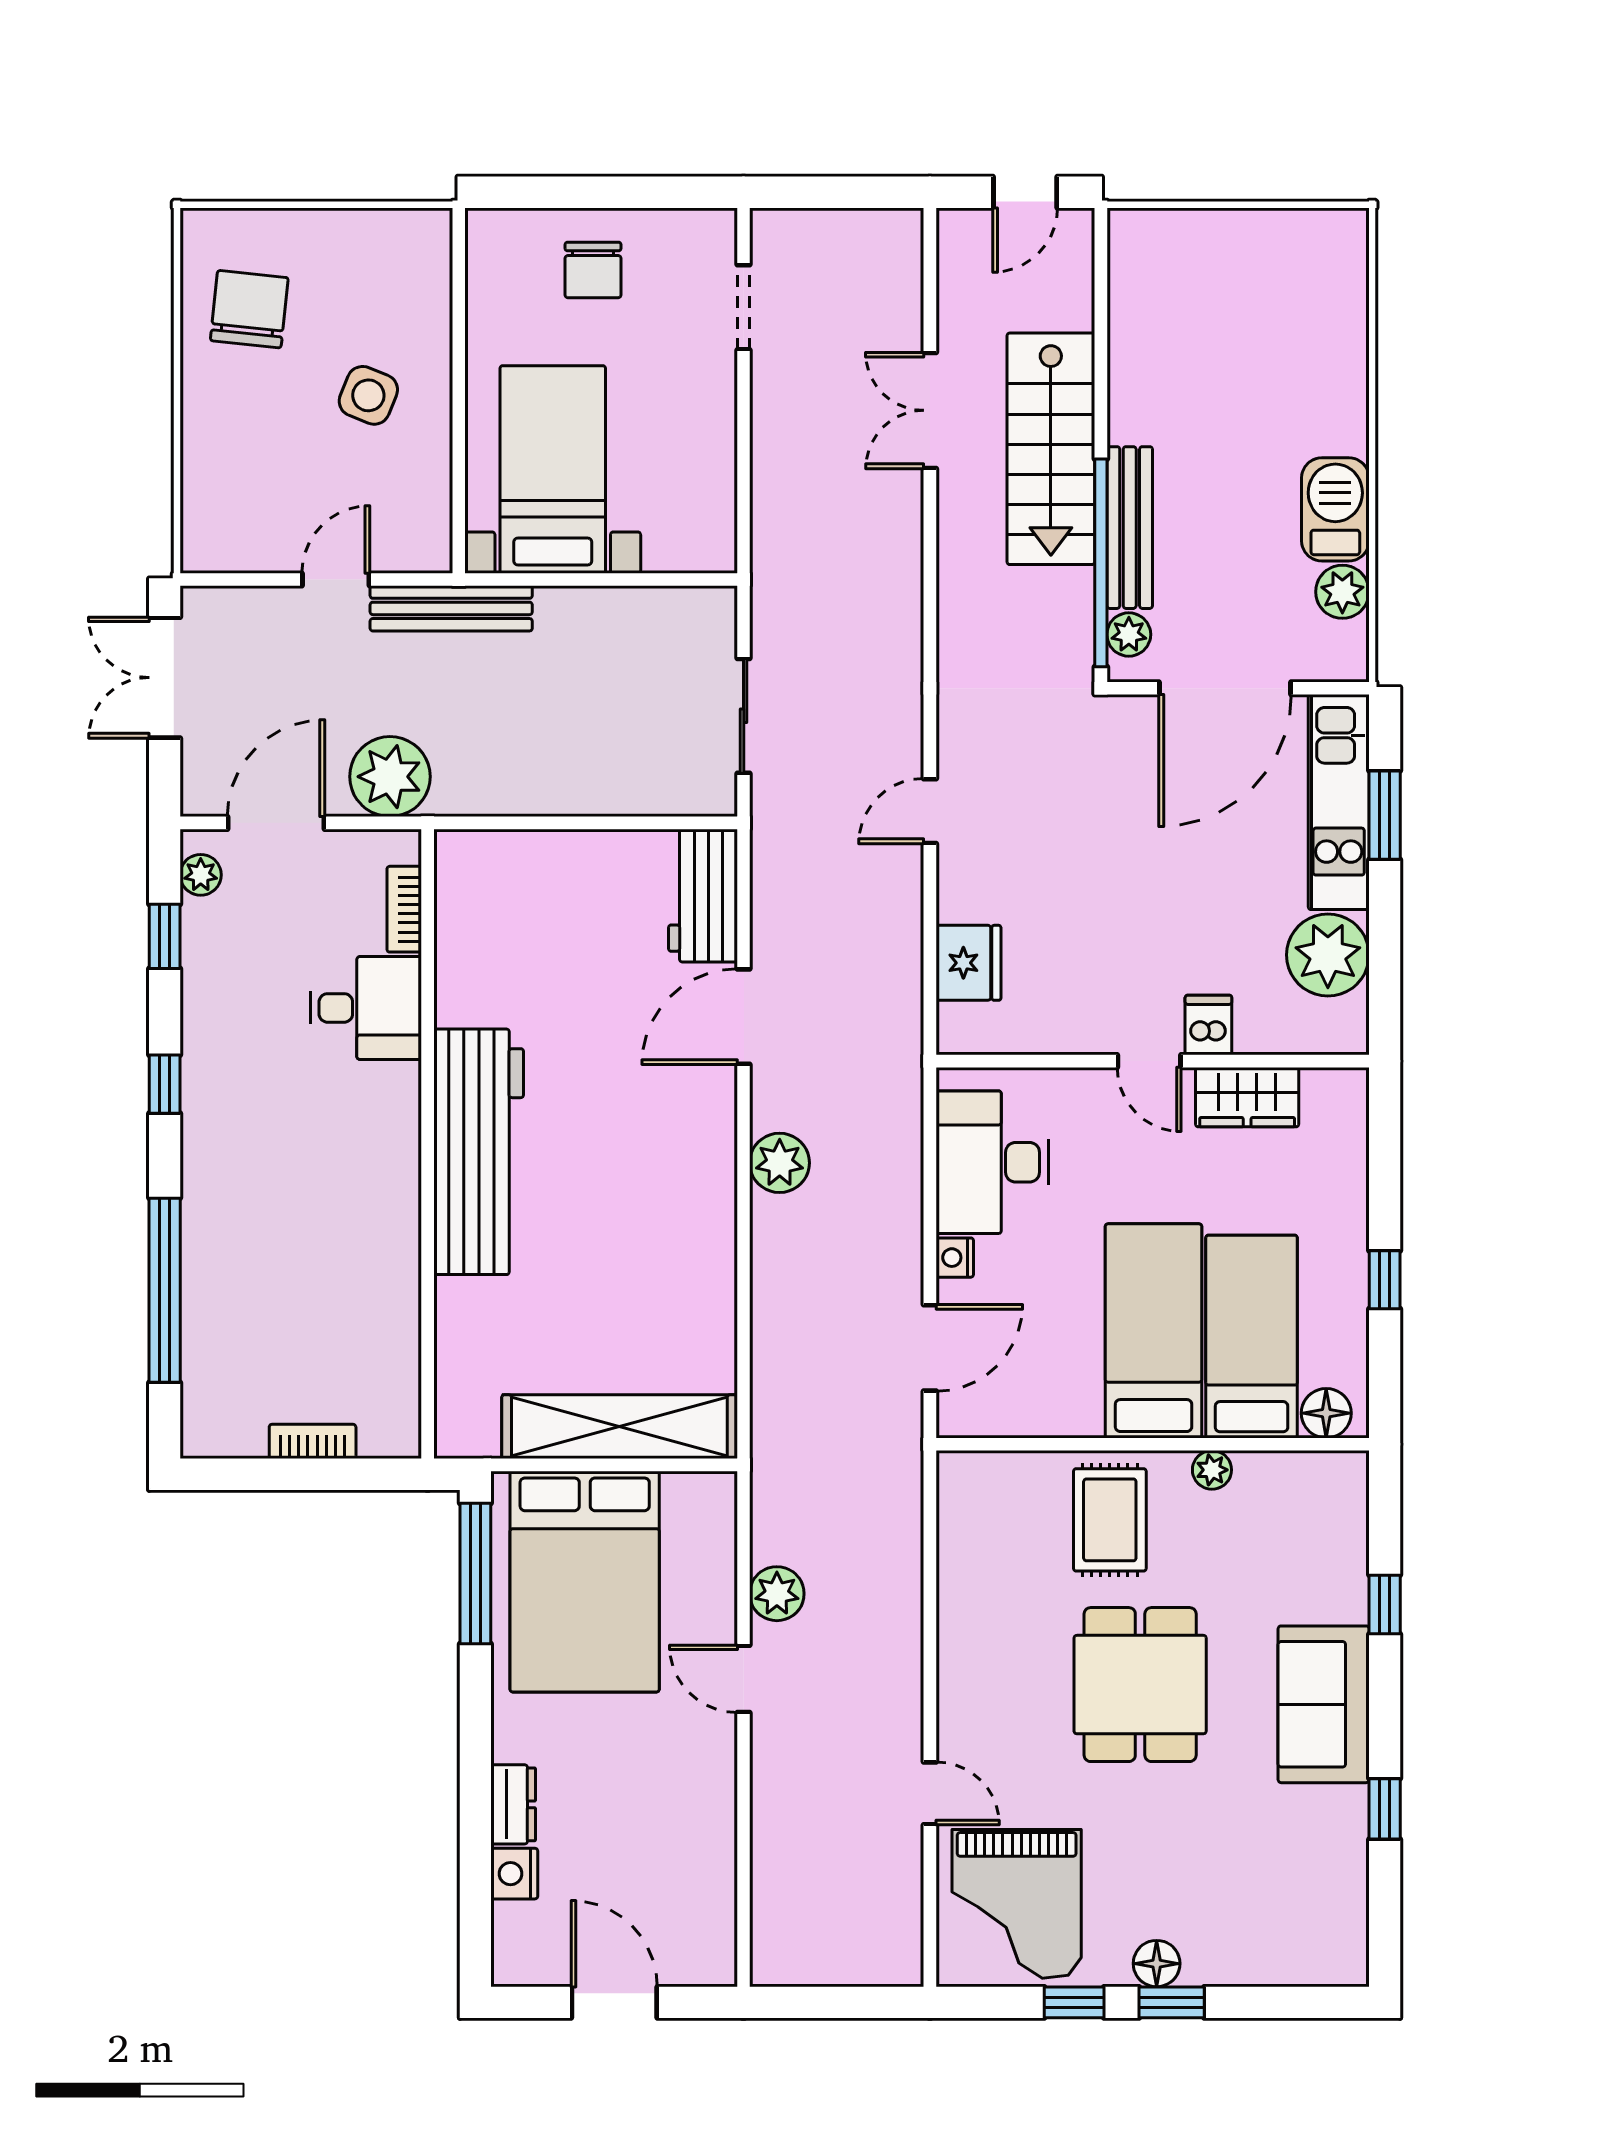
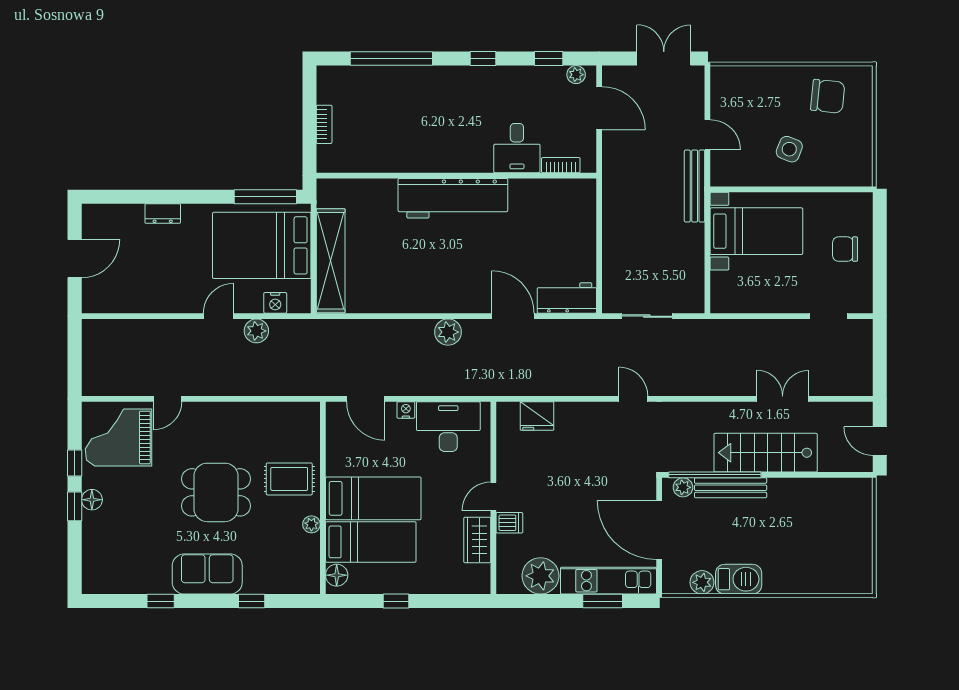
plant: (390, 777) -> (620, 159), removed
door: (930, 811) -> (633, 399), moved
nightstand: (514, 1874) -> (275, 303), moved, turned 180

